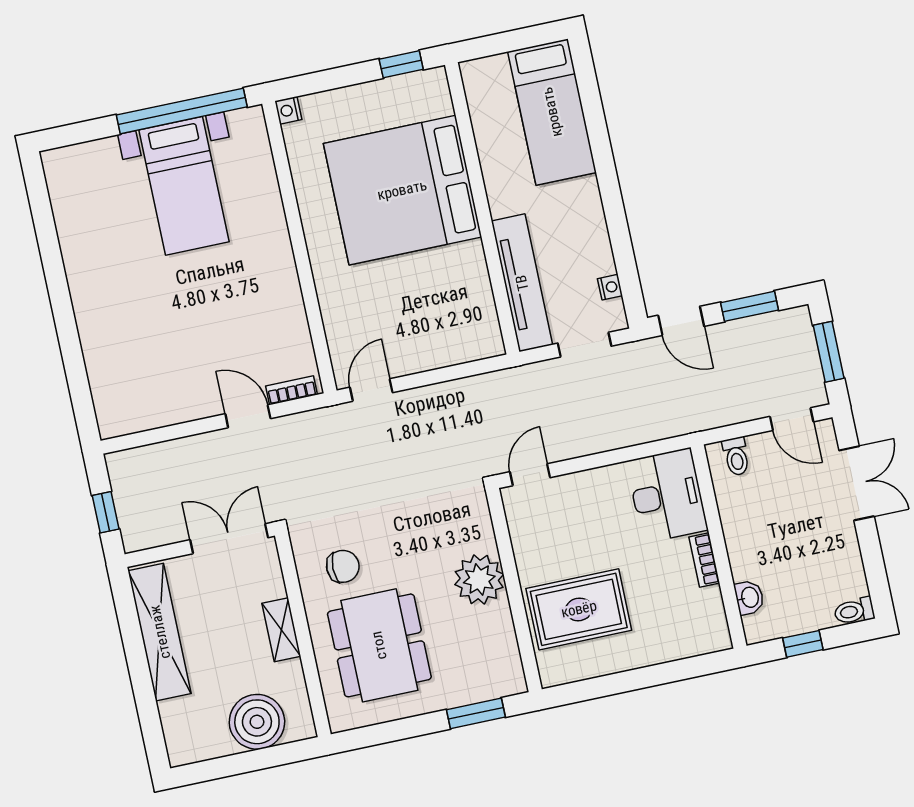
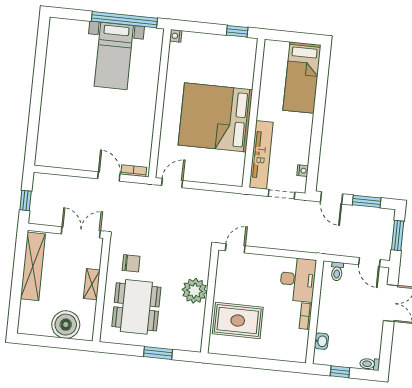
bed: (402, 190) -> (215, 117), moved
window: (476, 713) -> (158, 353), moved

